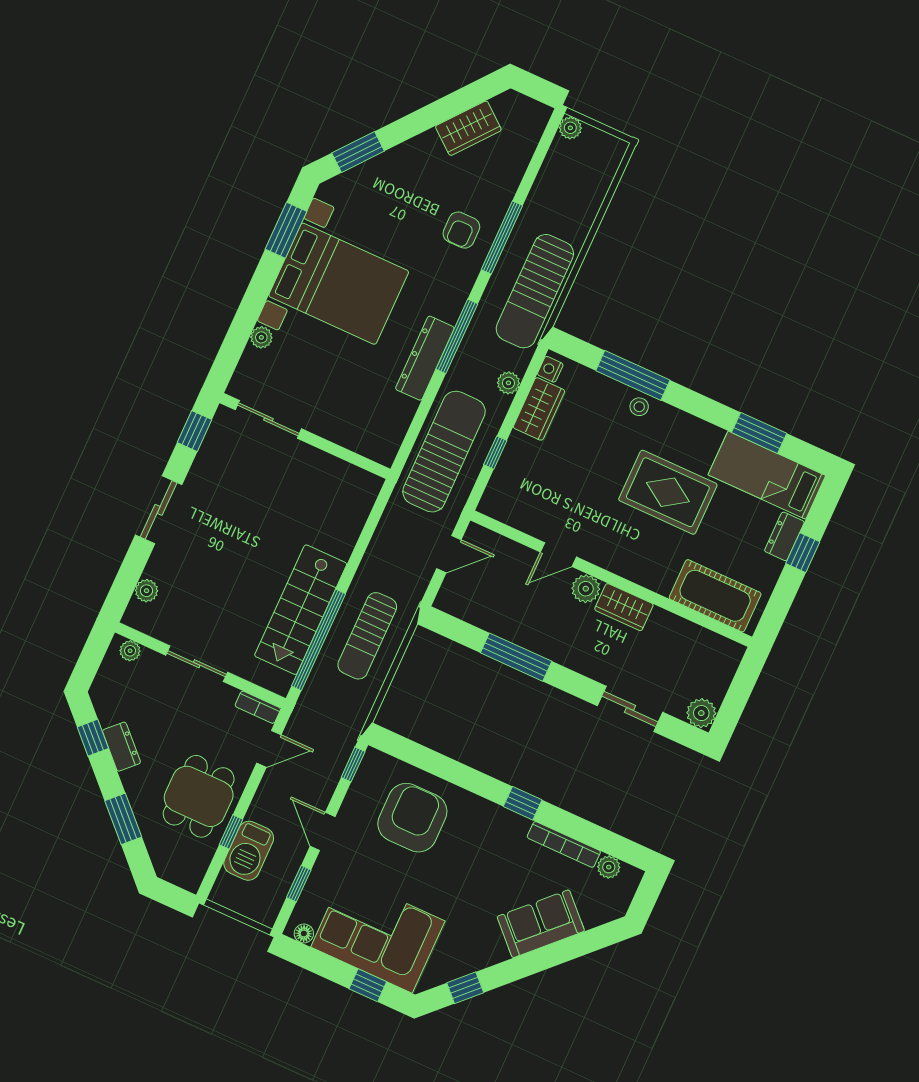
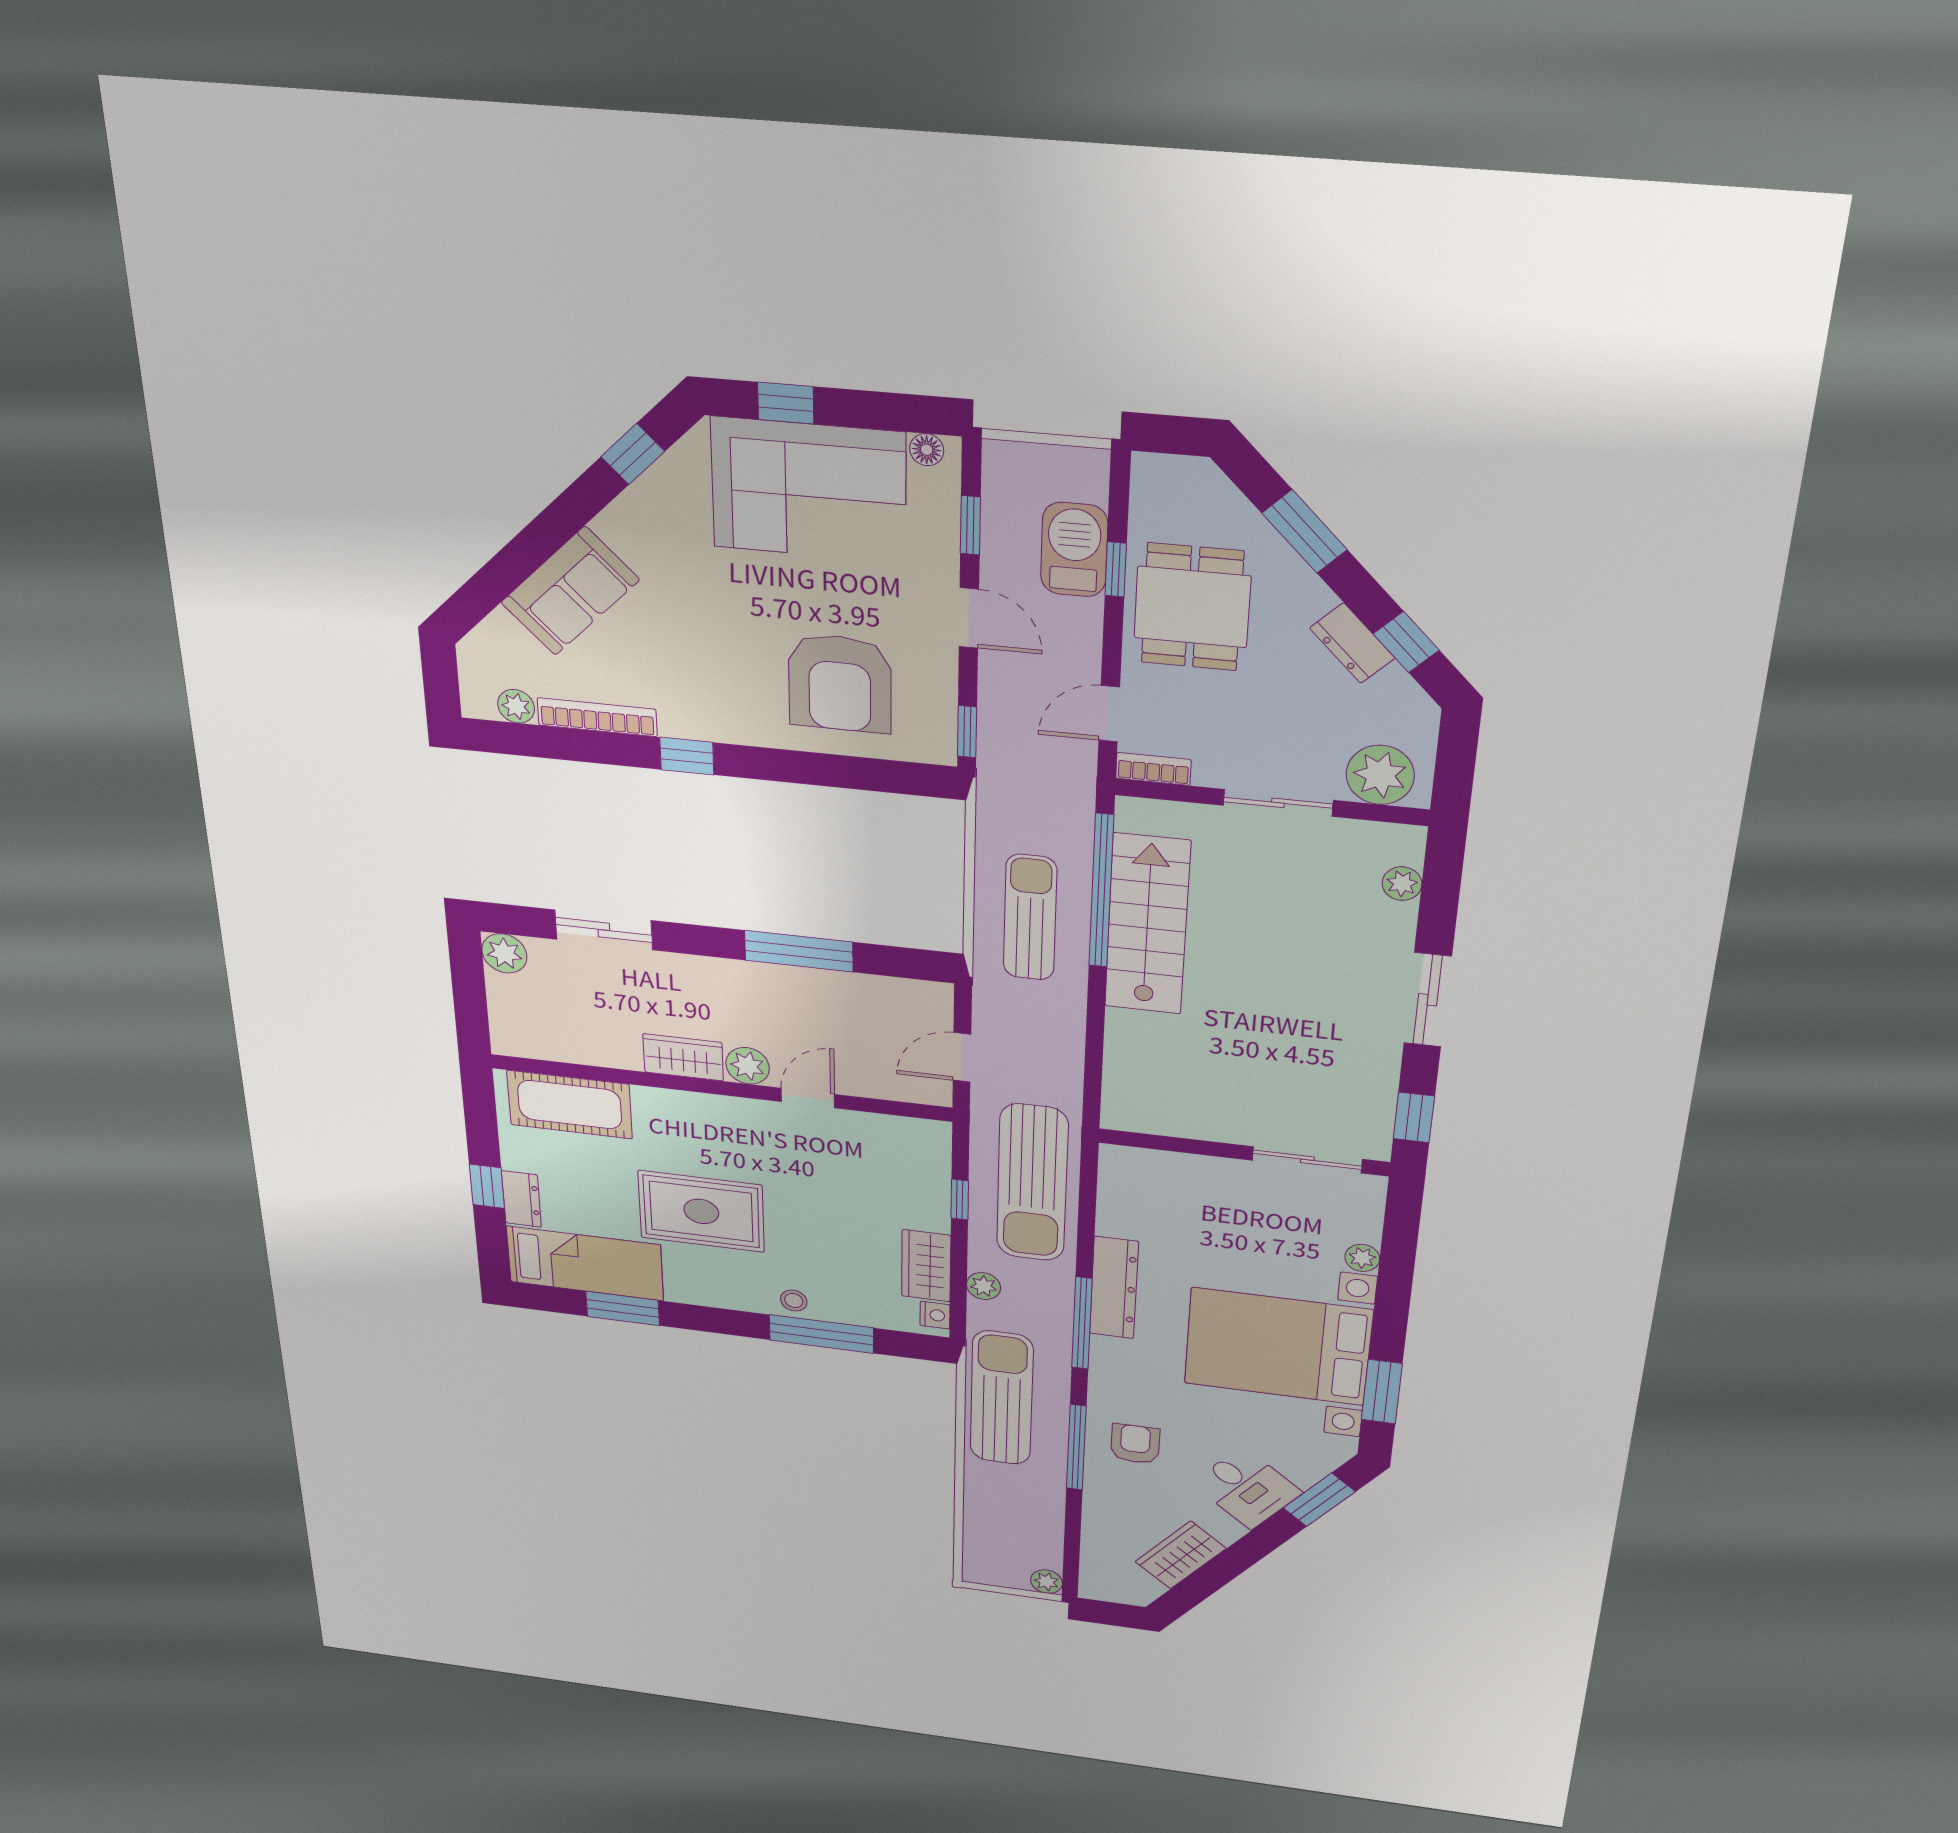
desk: (402, 174) -> (1247, 1488), added
plant: (130, 651) -> (1380, 775), width x1.87, depth x1.87

